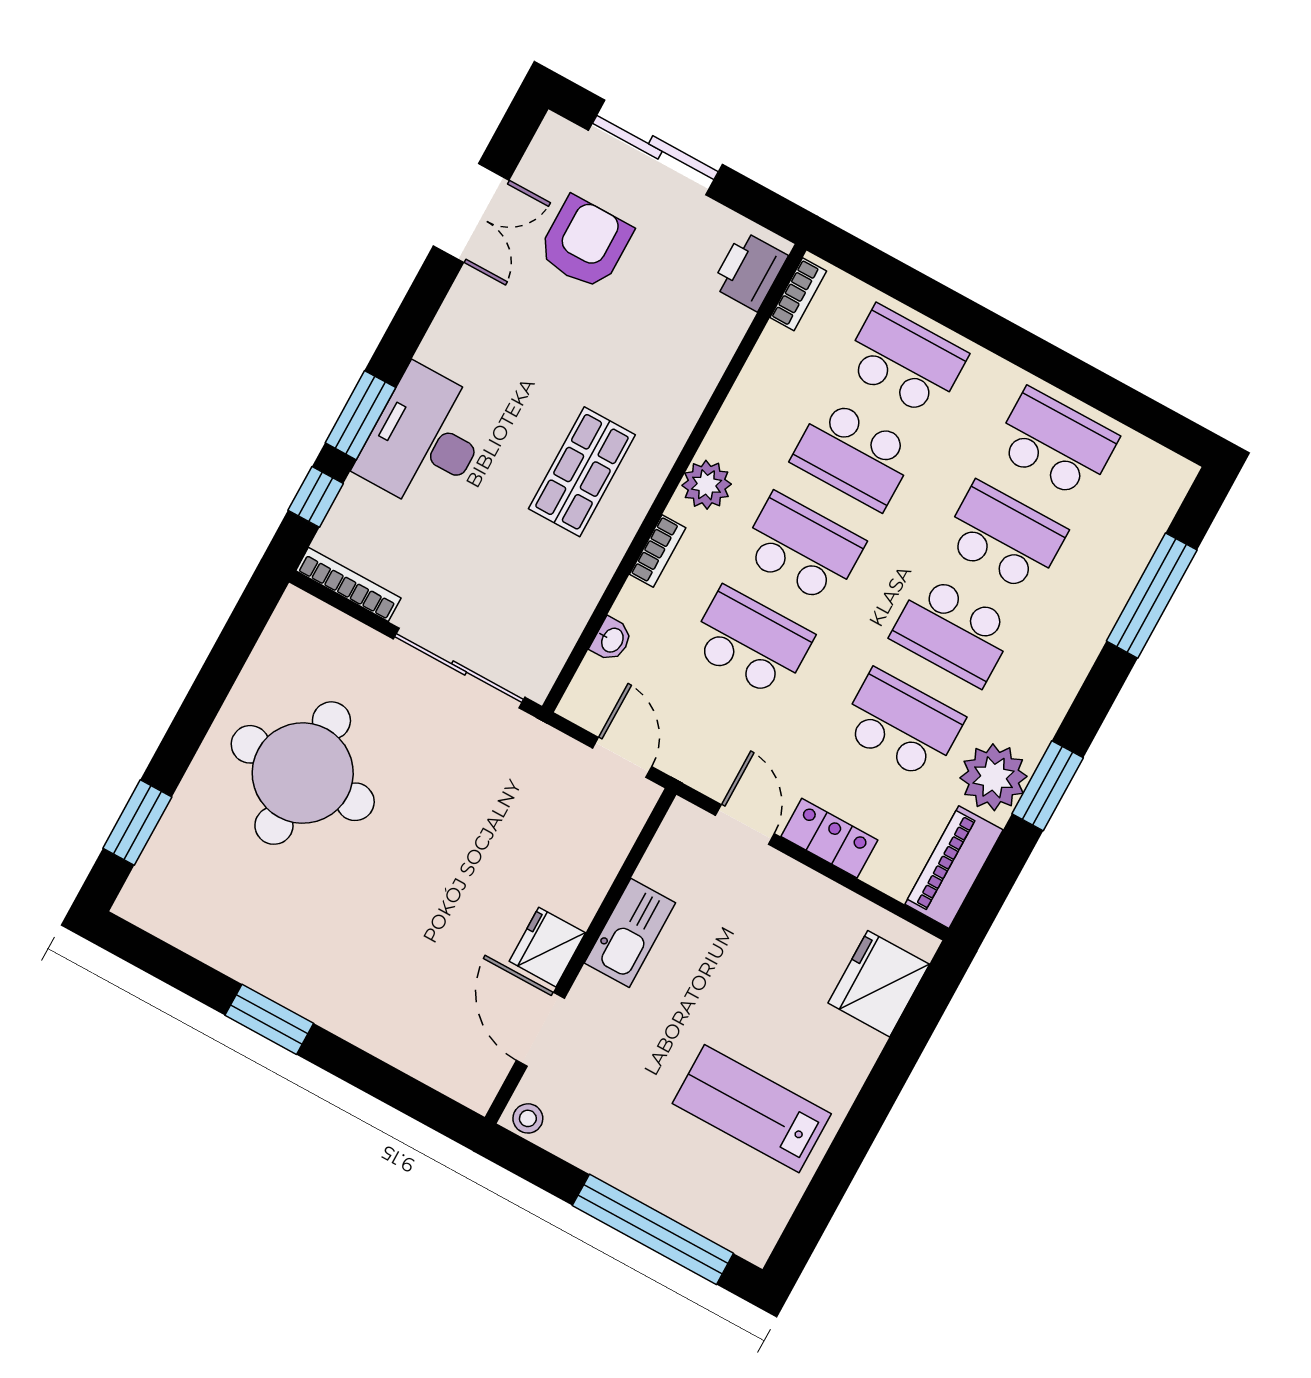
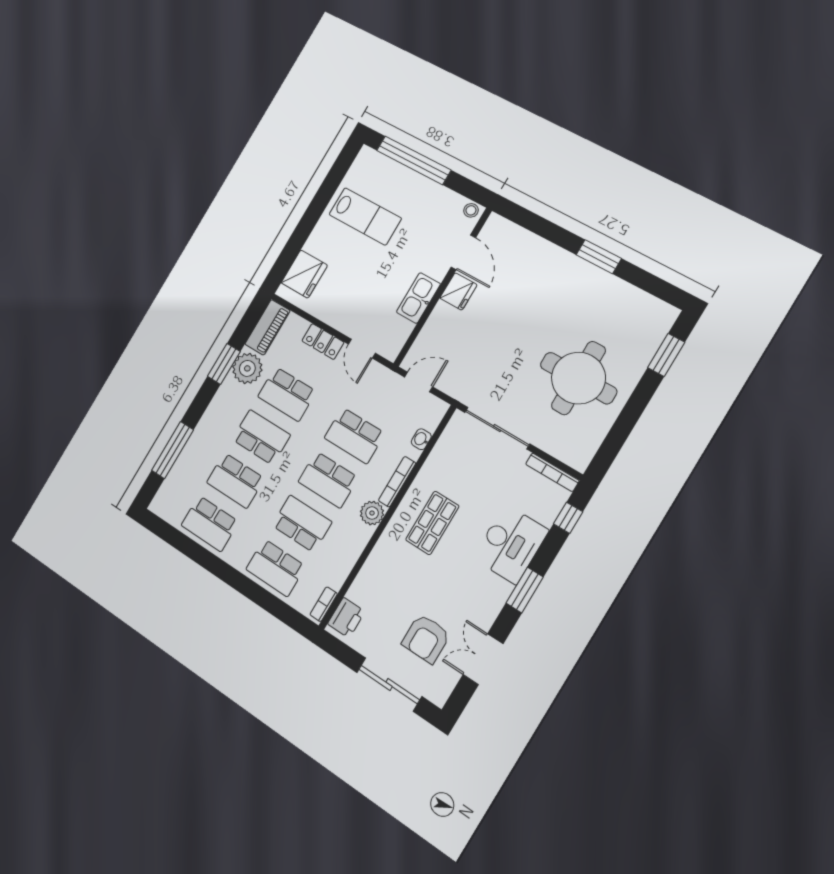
window: (360, 415) -> (525, 590), moved
bookcase: (658, 551) -> (397, 482), width x1.56
door: (622, 757) -> (418, 382), swing flipped

